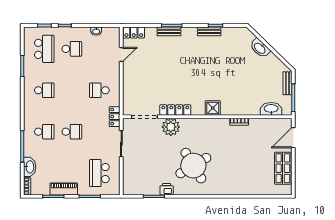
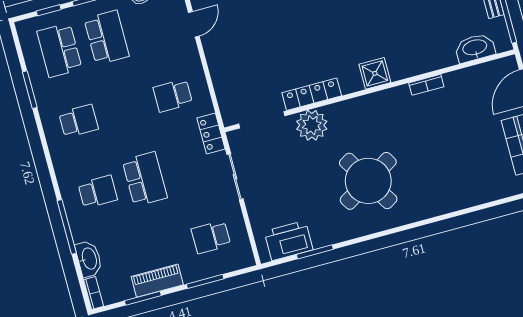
school desk: (44, 49) -> (59, 50), turned 180
school desk: (72, 49) -> (107, 37), width x1.85
school desk: (72, 132) -> (145, 179), width x1.85
school desk: (99, 173) -> (211, 237), width x0.54
printer: (167, 189) -> (289, 241), moved, width x1.87, depth x1.48

